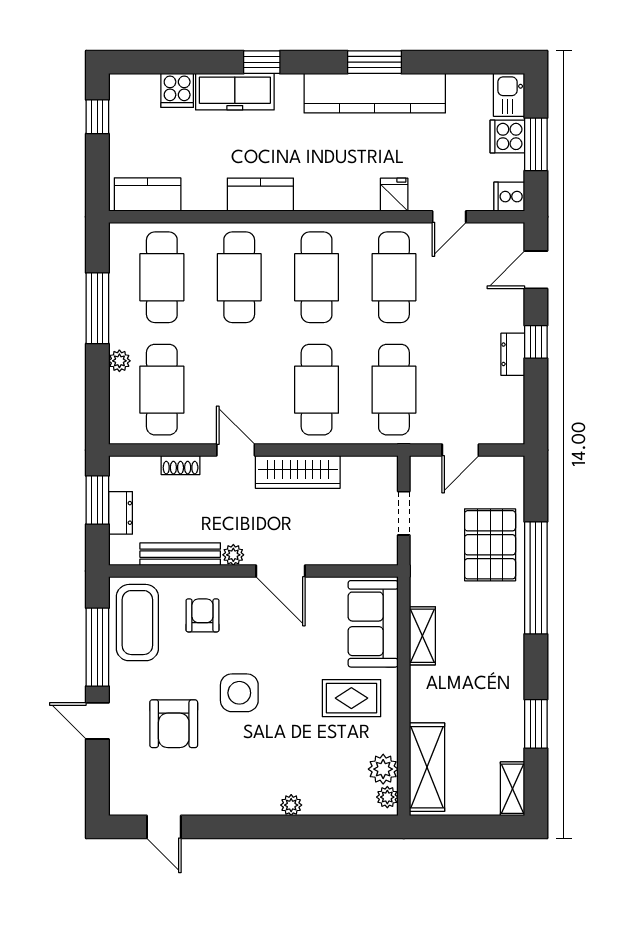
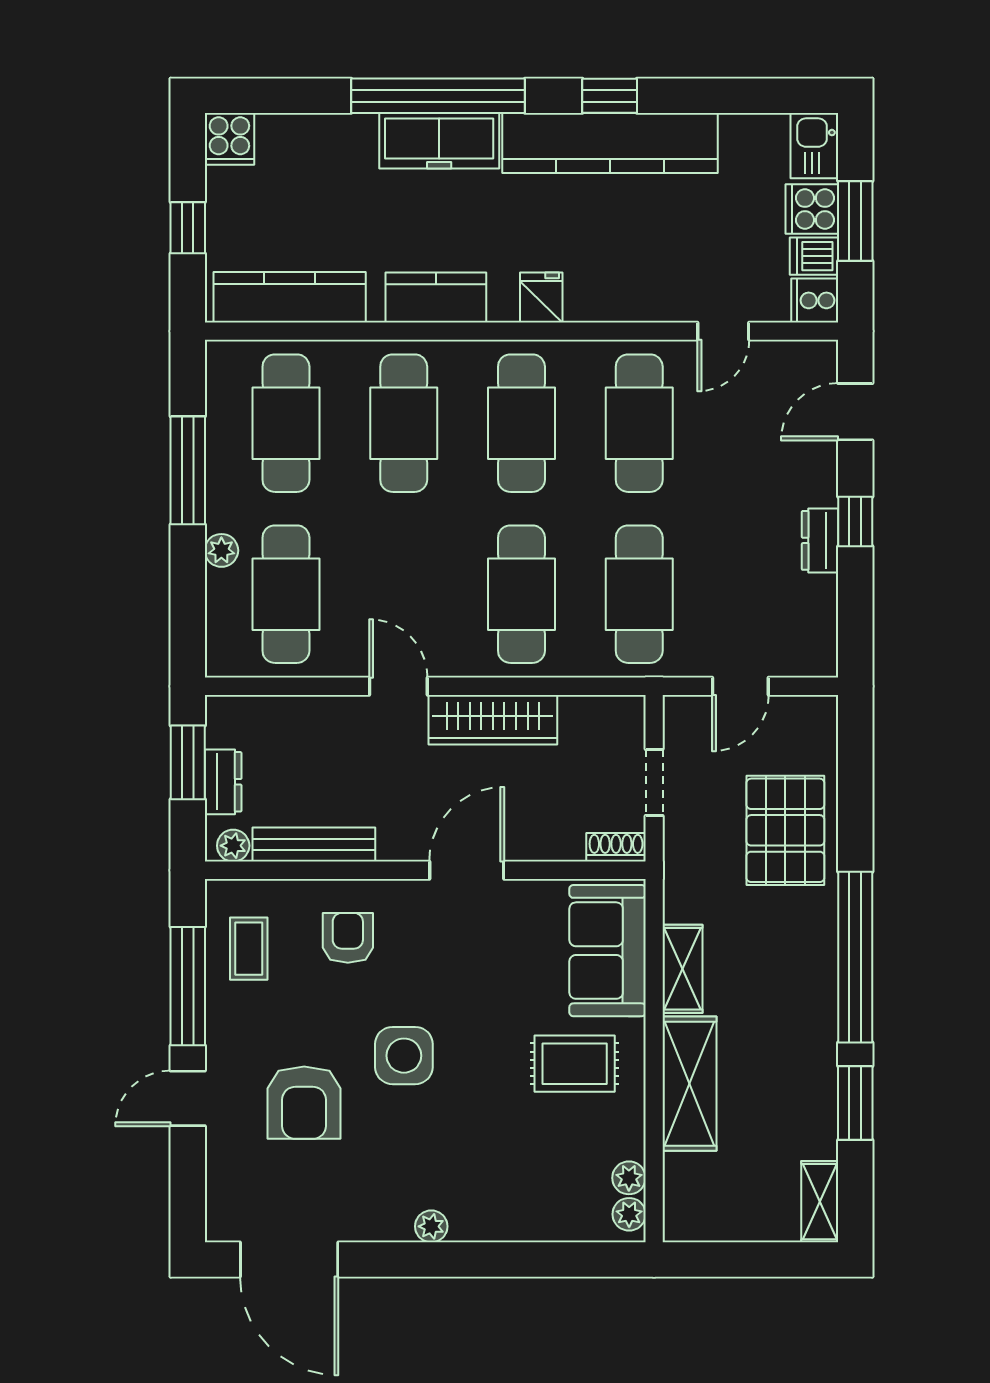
window: (262, 62) -> (438, 96), width x3.17
window: (375, 62) -> (610, 96), width x0.67
cooker: (177, 90) -> (229, 139), moved
freezer: (235, 92) -> (439, 141), moved
window: (97, 117) -> (188, 228), moved
dishwasher: (509, 167) -> (814, 256), added
kitchen counter: (148, 194) -> (290, 297), width x1.50
fridge: (394, 195) -> (541, 297), moved
shoe rack: (181, 465) -> (616, 847), moved, turned 180
plant: (233, 555) -> (233, 846), moved
door: (281, 571) -> (467, 870), swing flipped
window: (536, 578) -> (855, 957), moved
coffee table: (137, 623) -> (249, 949), width x0.54, depth x0.58
door: (97, 721) -> (188, 1098), hinge flipped
shelving: (427, 767) -> (690, 1084), moved
plant: (383, 769) -> (629, 1178), width x0.73, depth x0.73
plant: (291, 805) -> (431, 1226), moved
door: (164, 827) -> (289, 1260), width x1.87

